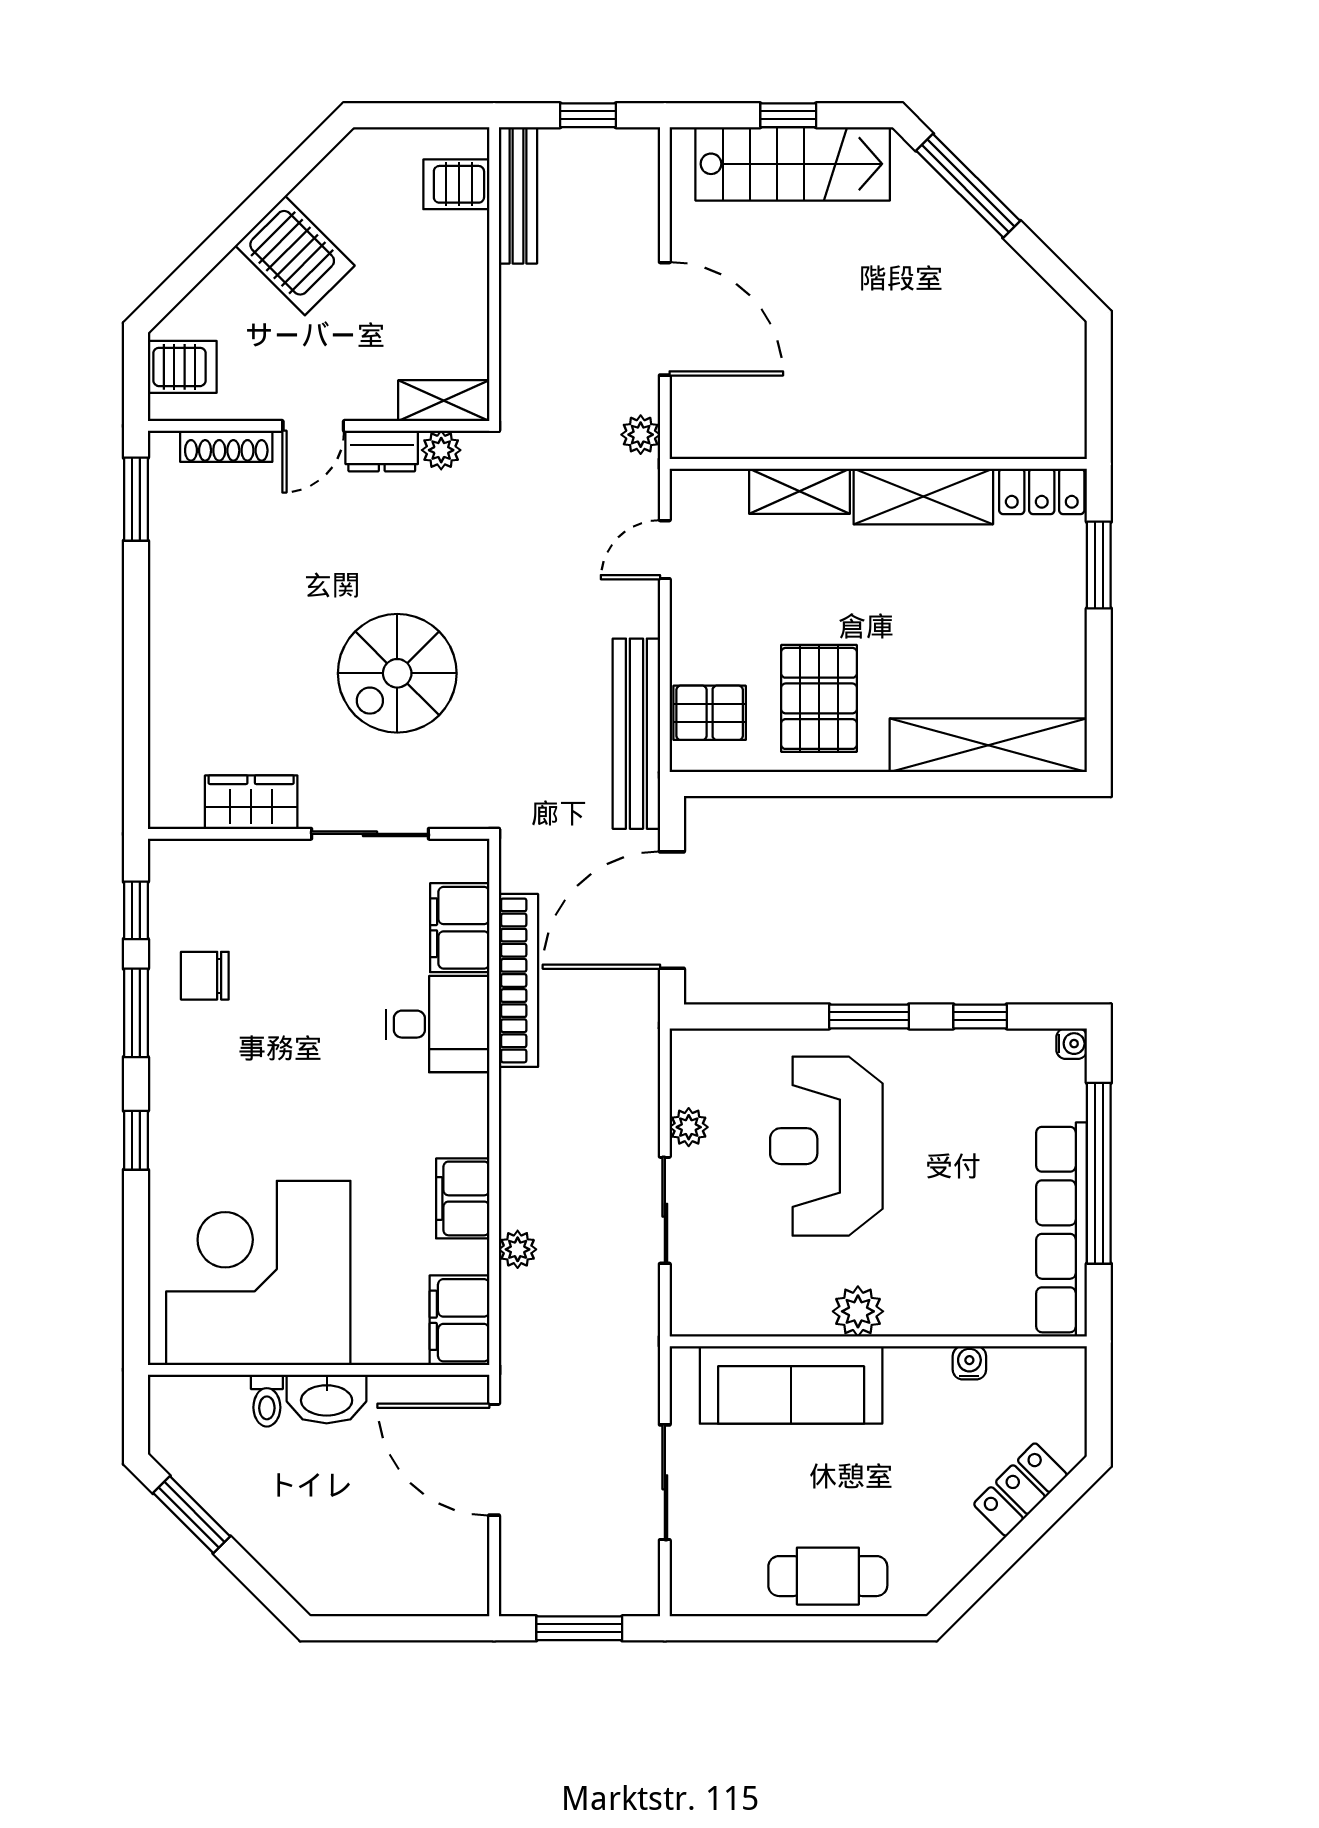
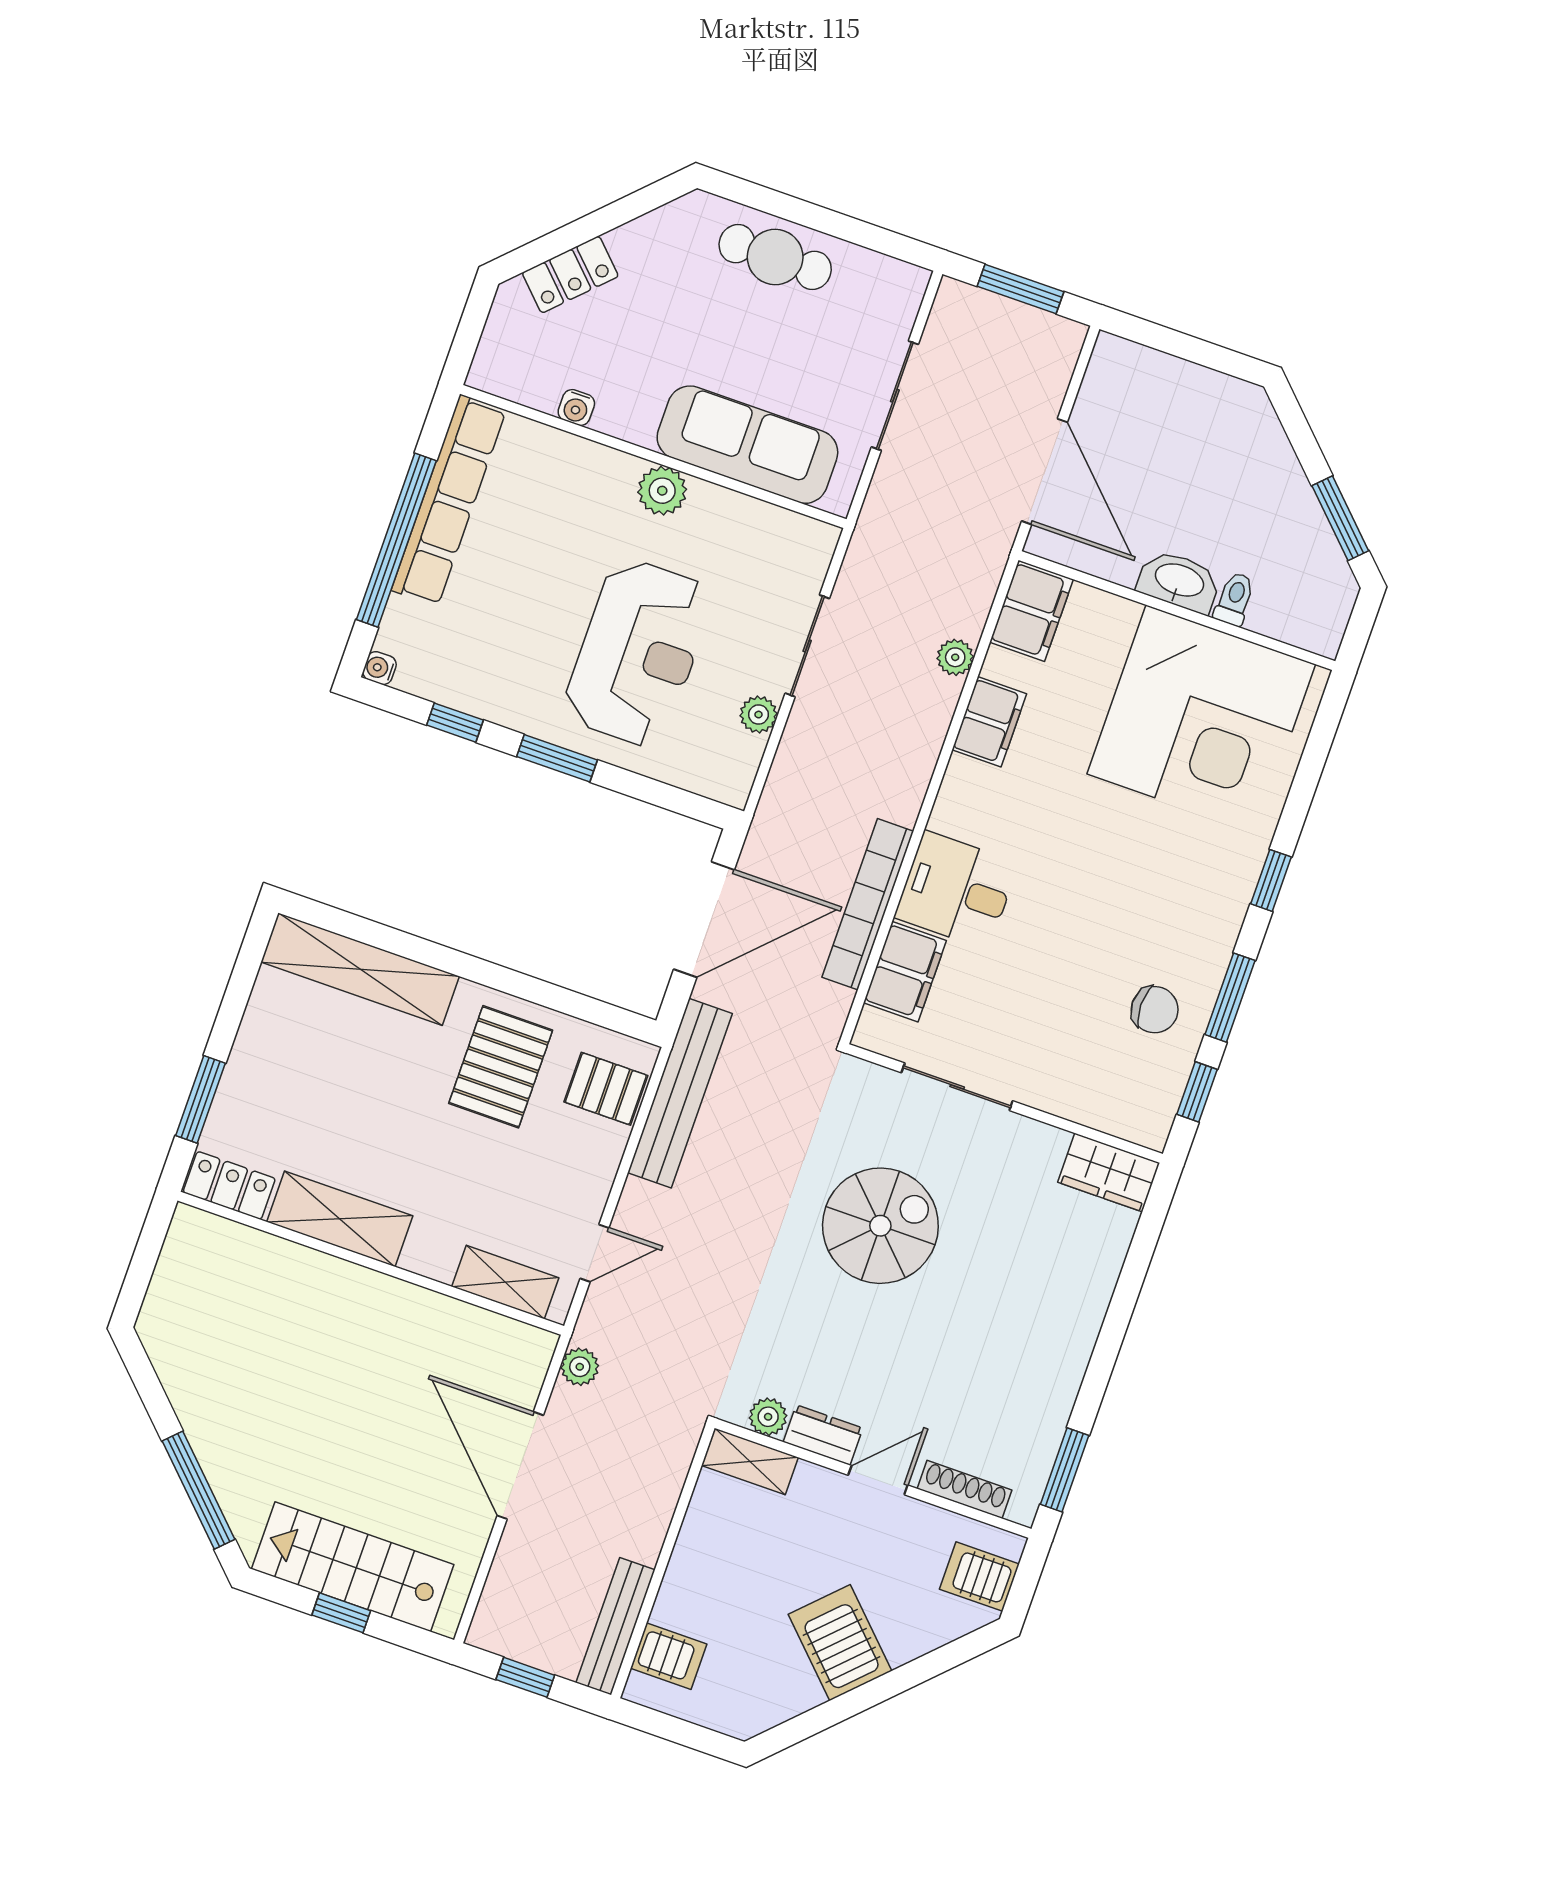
shelving: (799, 491) -> (505, 1282), moved
wardrobe: (251, 802) -> (1109, 1173), moved

